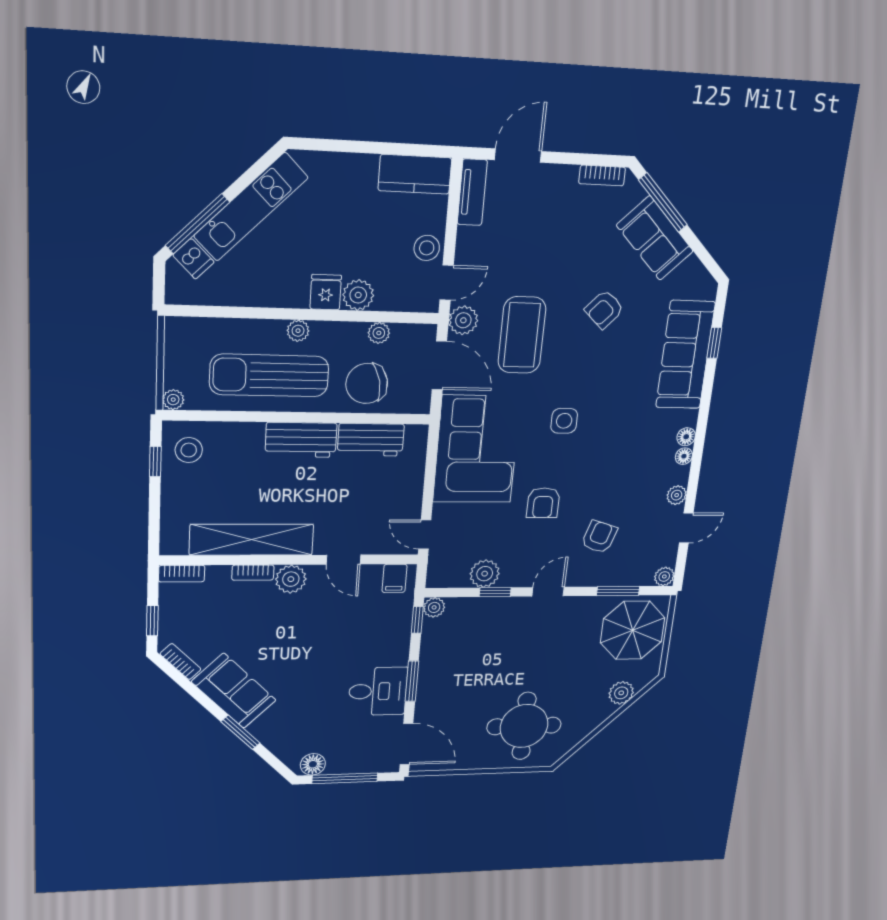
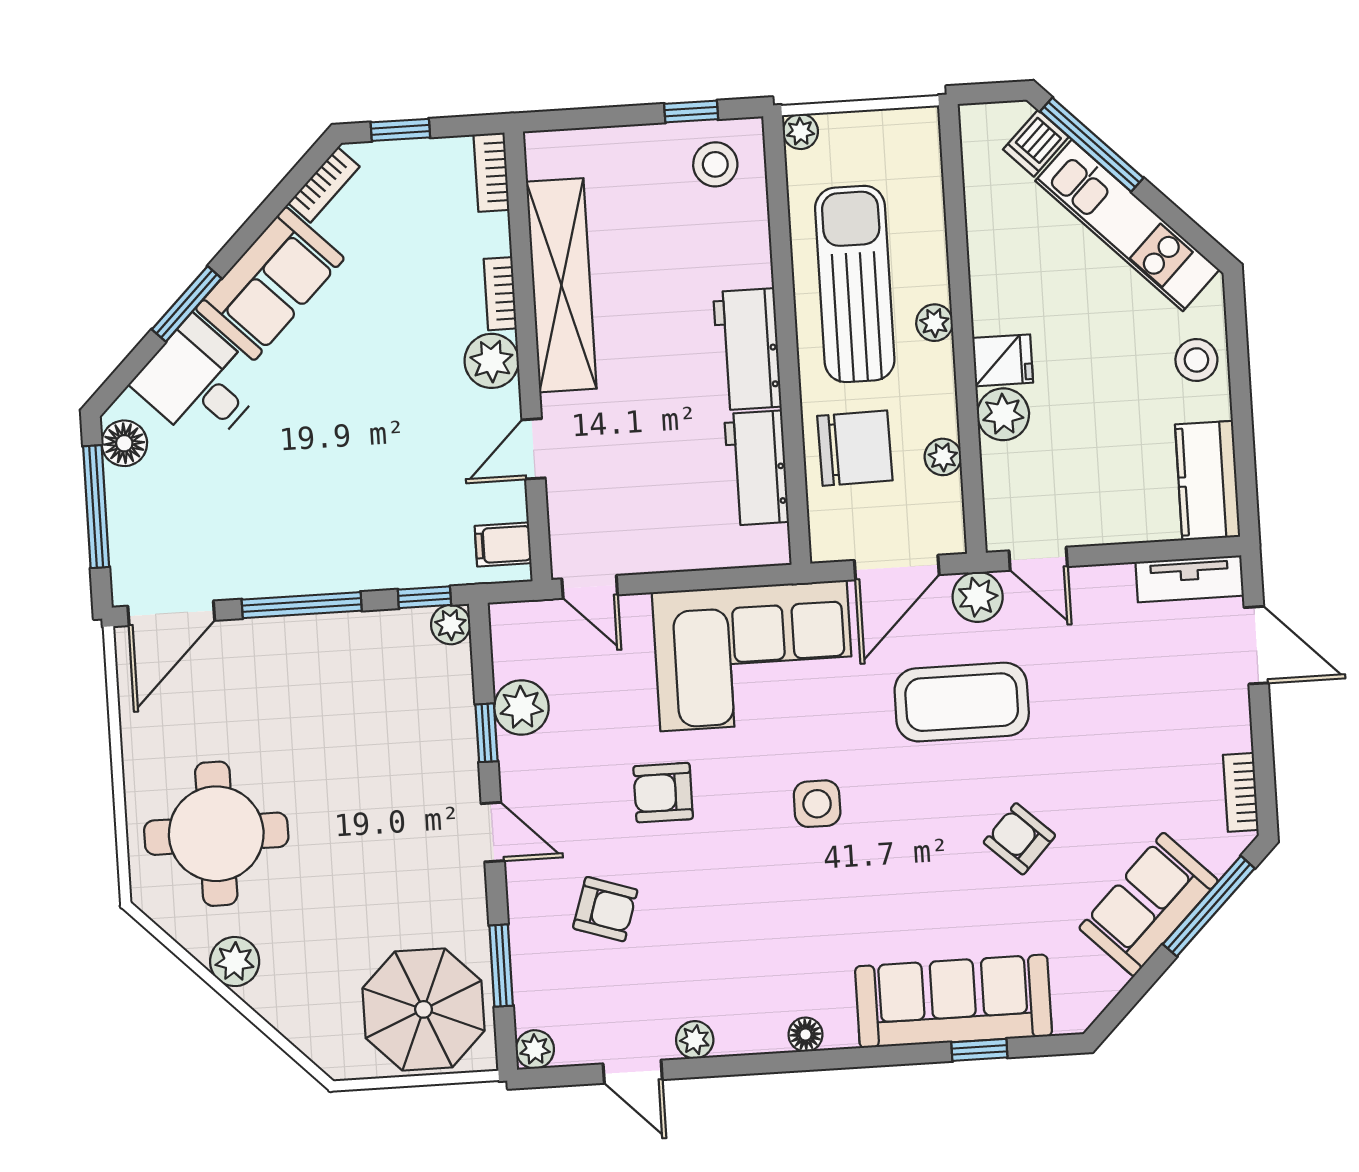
stool: (427, 248) -> (1196, 360), moved
chair: (367, 383) -> (855, 448), turned 101
floor lamp: (684, 456) -> (769, 1038), removed
door: (425, 535) -> (590, 587), swing flipped
window: (412, 681) -> (302, 605), width x1.44
desk: (378, 691) -> (199, 383), moved, turned 135
plant: (621, 693) -> (235, 962), moved

